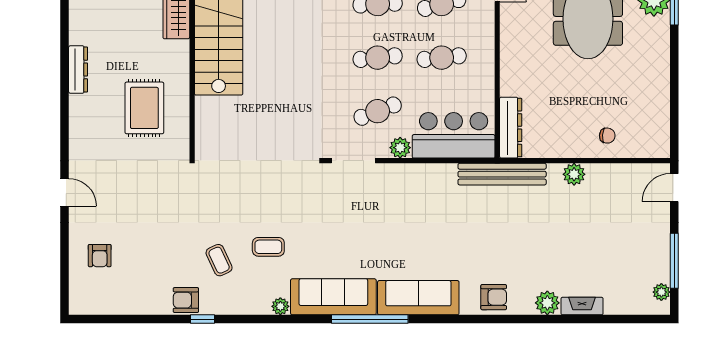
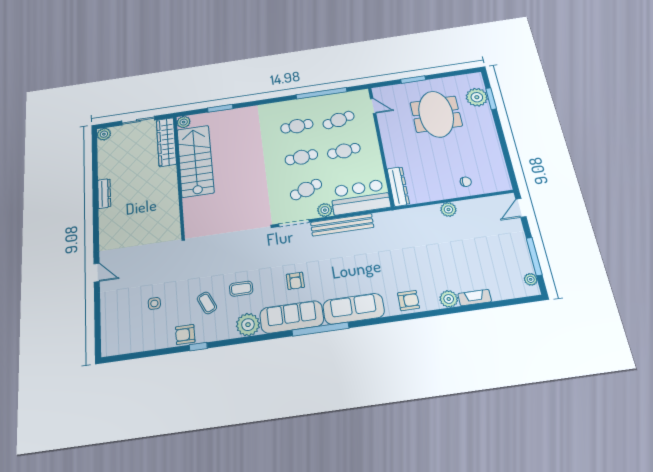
rug: (144, 108) -> (149, 211), removed
bench: (502, 174) -> (342, 225), moved
side table: (145, 250) -> (154, 303), added
armchair: (100, 256) -> (295, 281), moved
plant: (280, 306) -> (248, 325), width x1.88, depth x1.88

